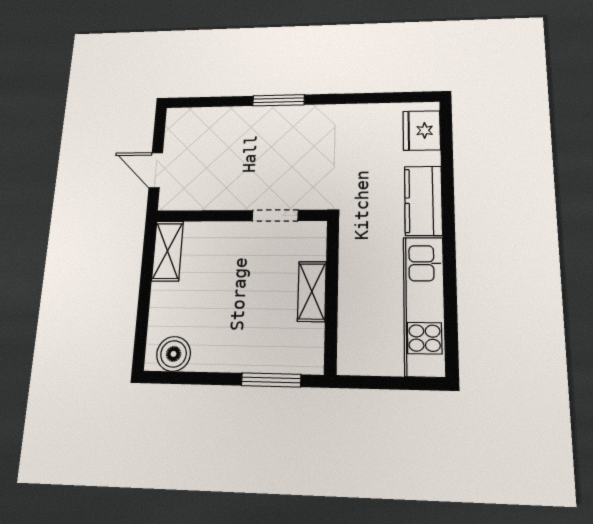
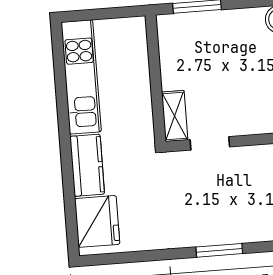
fridge: (422, 130) -> (97, 221), width x1.36, depth x1.34
shelving: (312, 291) -> (175, 116), moved

